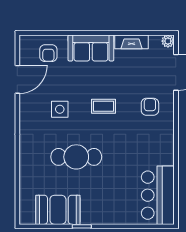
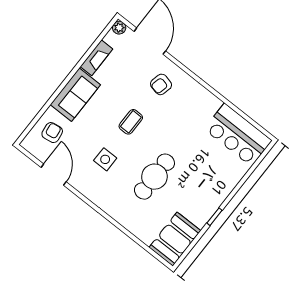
armchair: (48, 53) -> (52, 133), turned -98
armchair: (150, 107) -> (161, 84), turned -77
booth: (58, 210) -> (175, 239), moved

